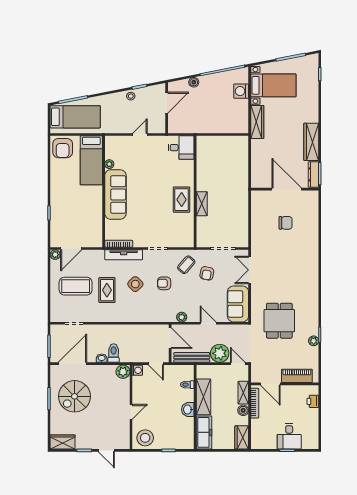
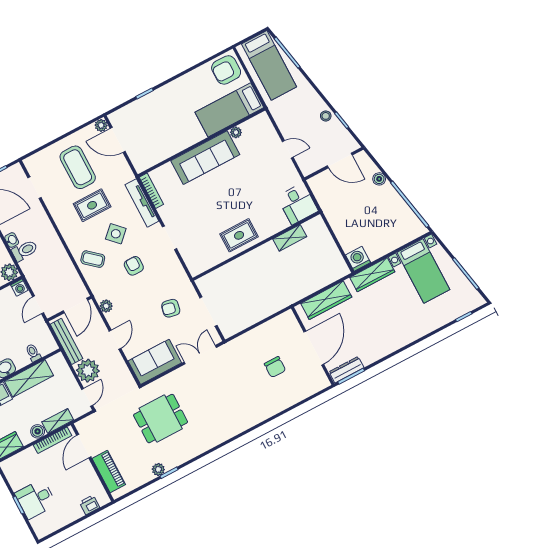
washing machine: (241, 91) -> (358, 259), moved
wardrobe: (311, 142) -> (326, 300), moved, turned 180
shelving: (202, 204) -> (290, 238), moved
coffee table: (186, 265) -> (93, 259), moved

